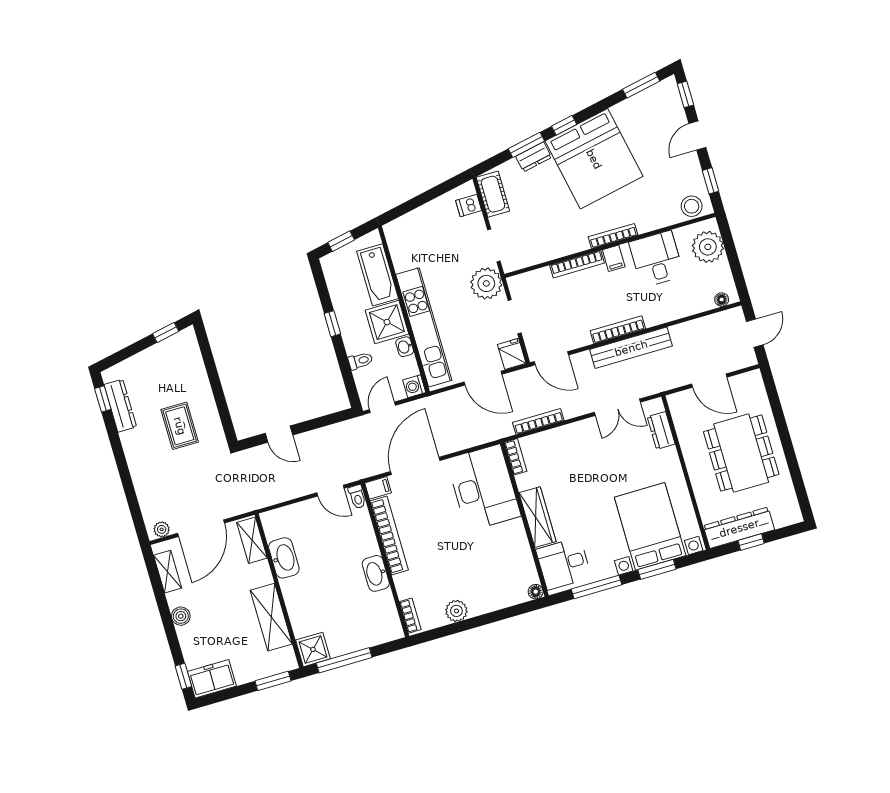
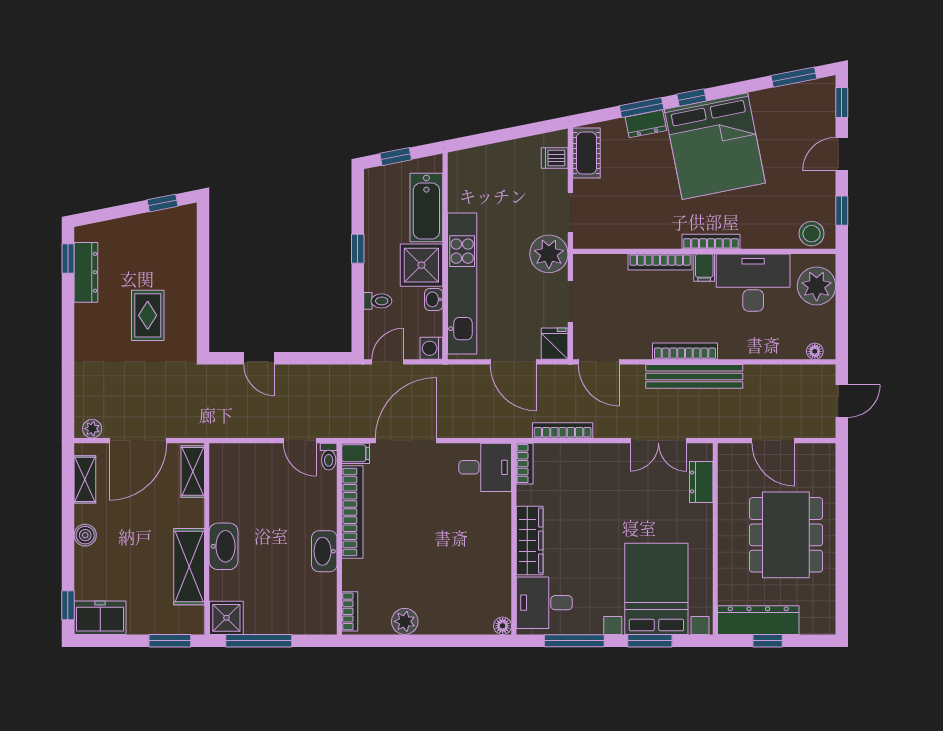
desk: (656, 259) -> (753, 283), width x1.37
desk: (484, 488) -> (485, 467), width x0.53, depth x0.77
washbasin: (284, 558) -> (224, 546), moved

